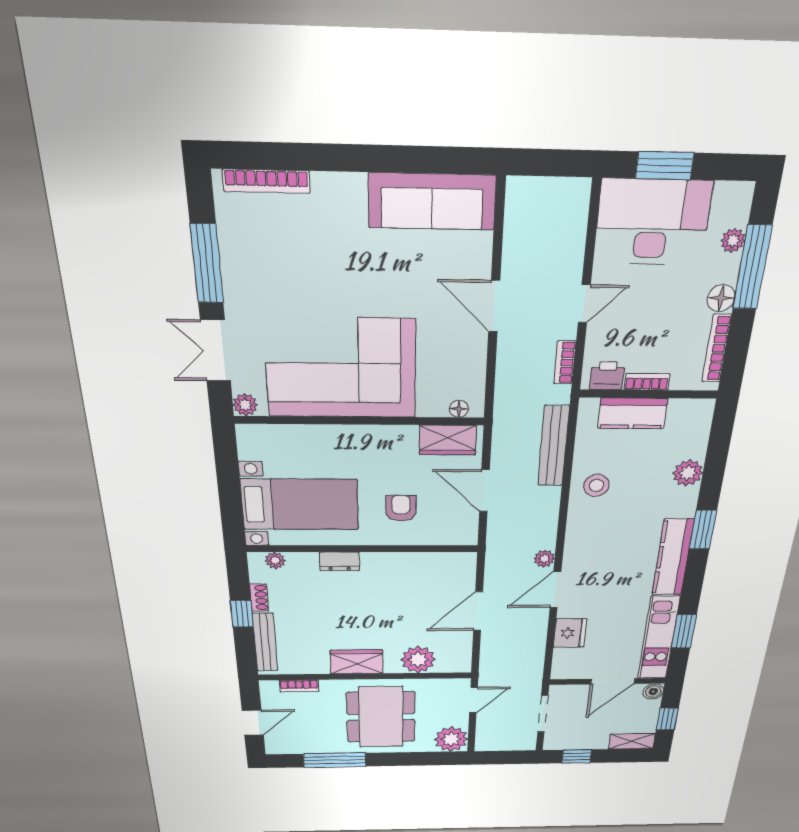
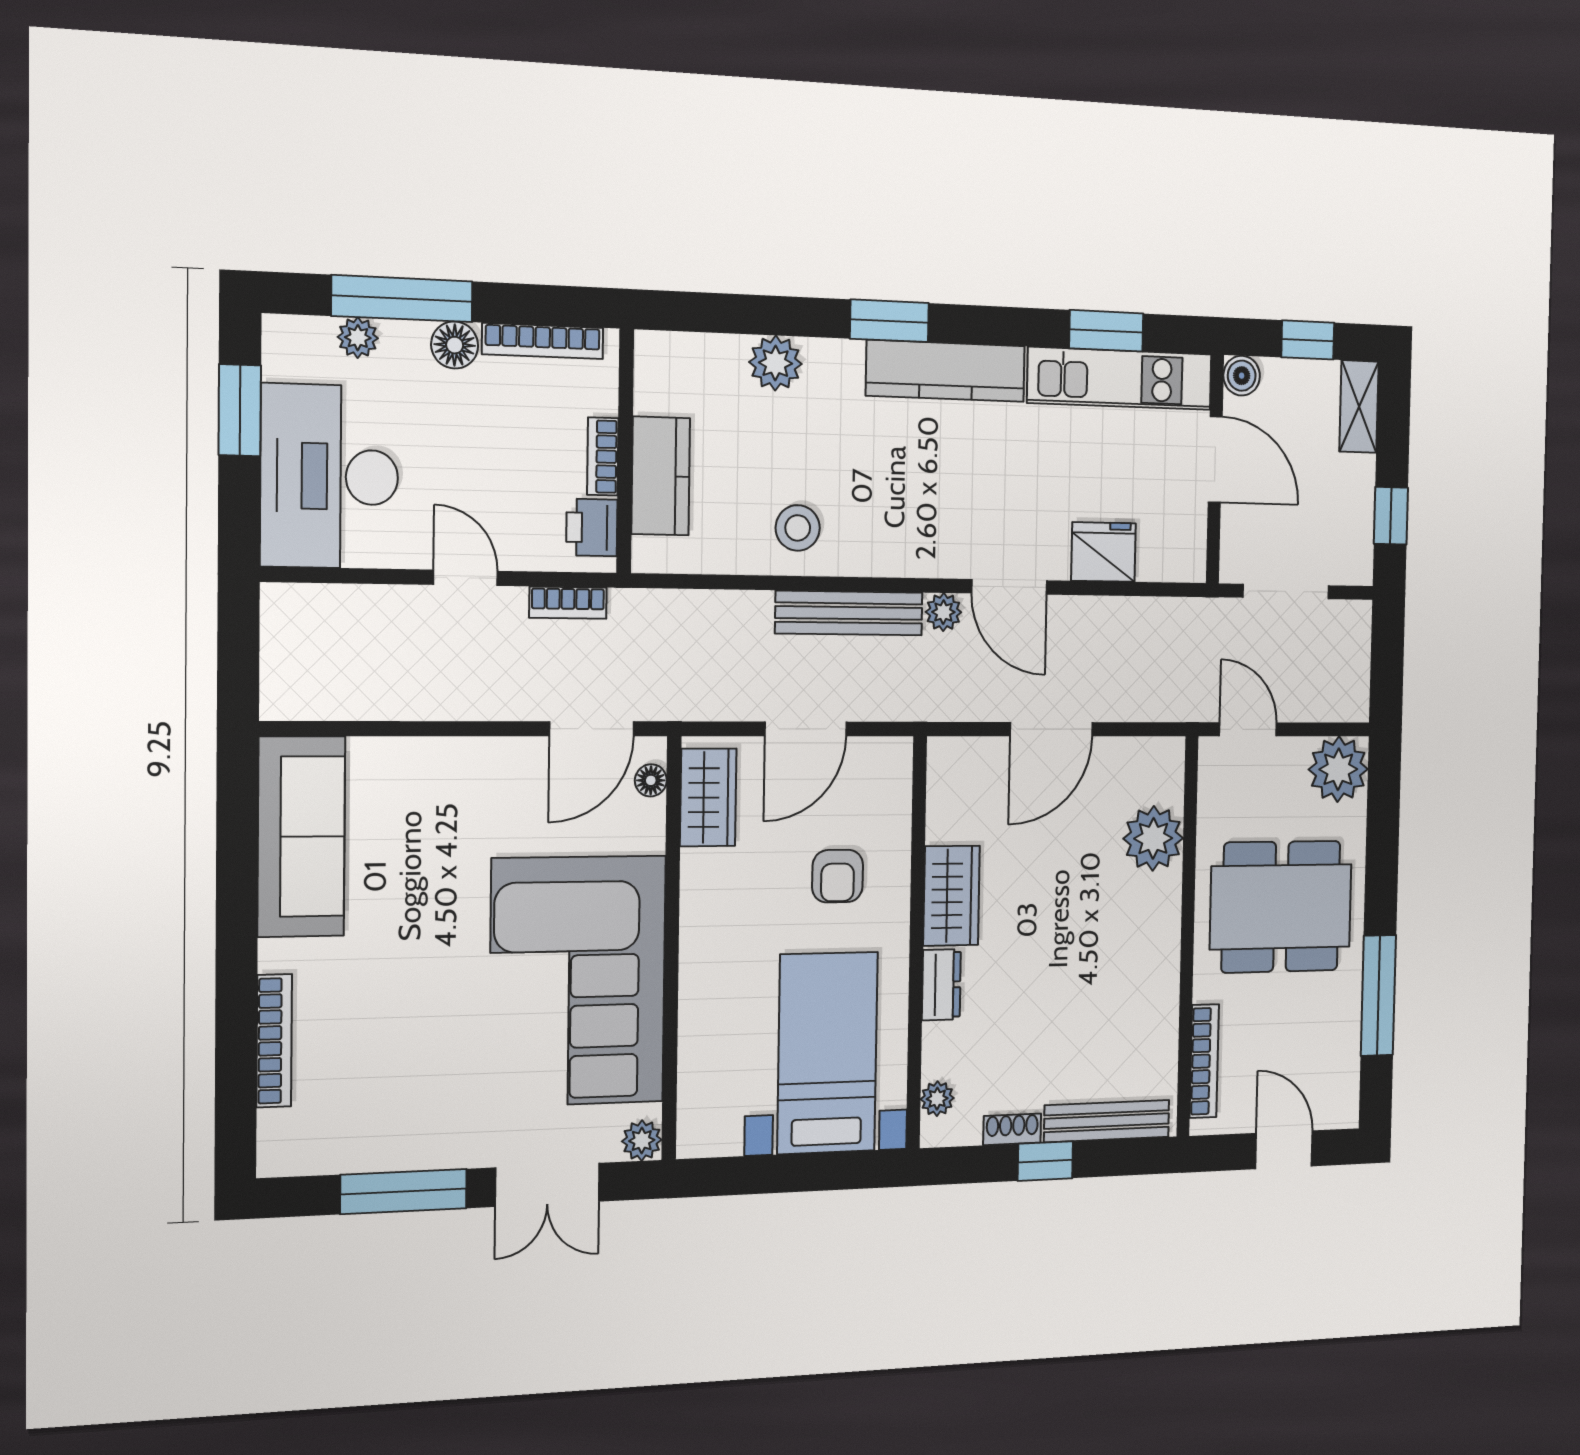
window: (665, 166) -> (240, 410), moved
bookcase: (266, 181) -> (274, 1041), moved
door: (494, 306) -> (592, 729), moved
bench: (553, 446) -> (849, 613), moved
armchair: (401, 508) -> (838, 876), turned -90
door: (478, 611) -> (1051, 729), hinge flipped
wardrobe: (357, 662) -> (951, 896), moved, turned 180
bookcase: (299, 686) -> (1204, 1061), width x1.56

